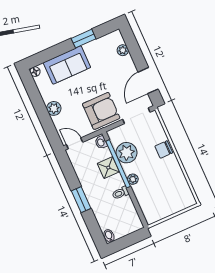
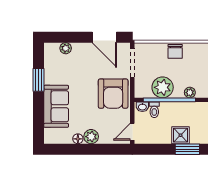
floor lamp: (35, 72) -> (78, 139), moved
armchair: (101, 111) -> (113, 94), turned 180
shower: (108, 168) -> (181, 135), moved
toilet: (120, 193) -> (154, 110), moved

